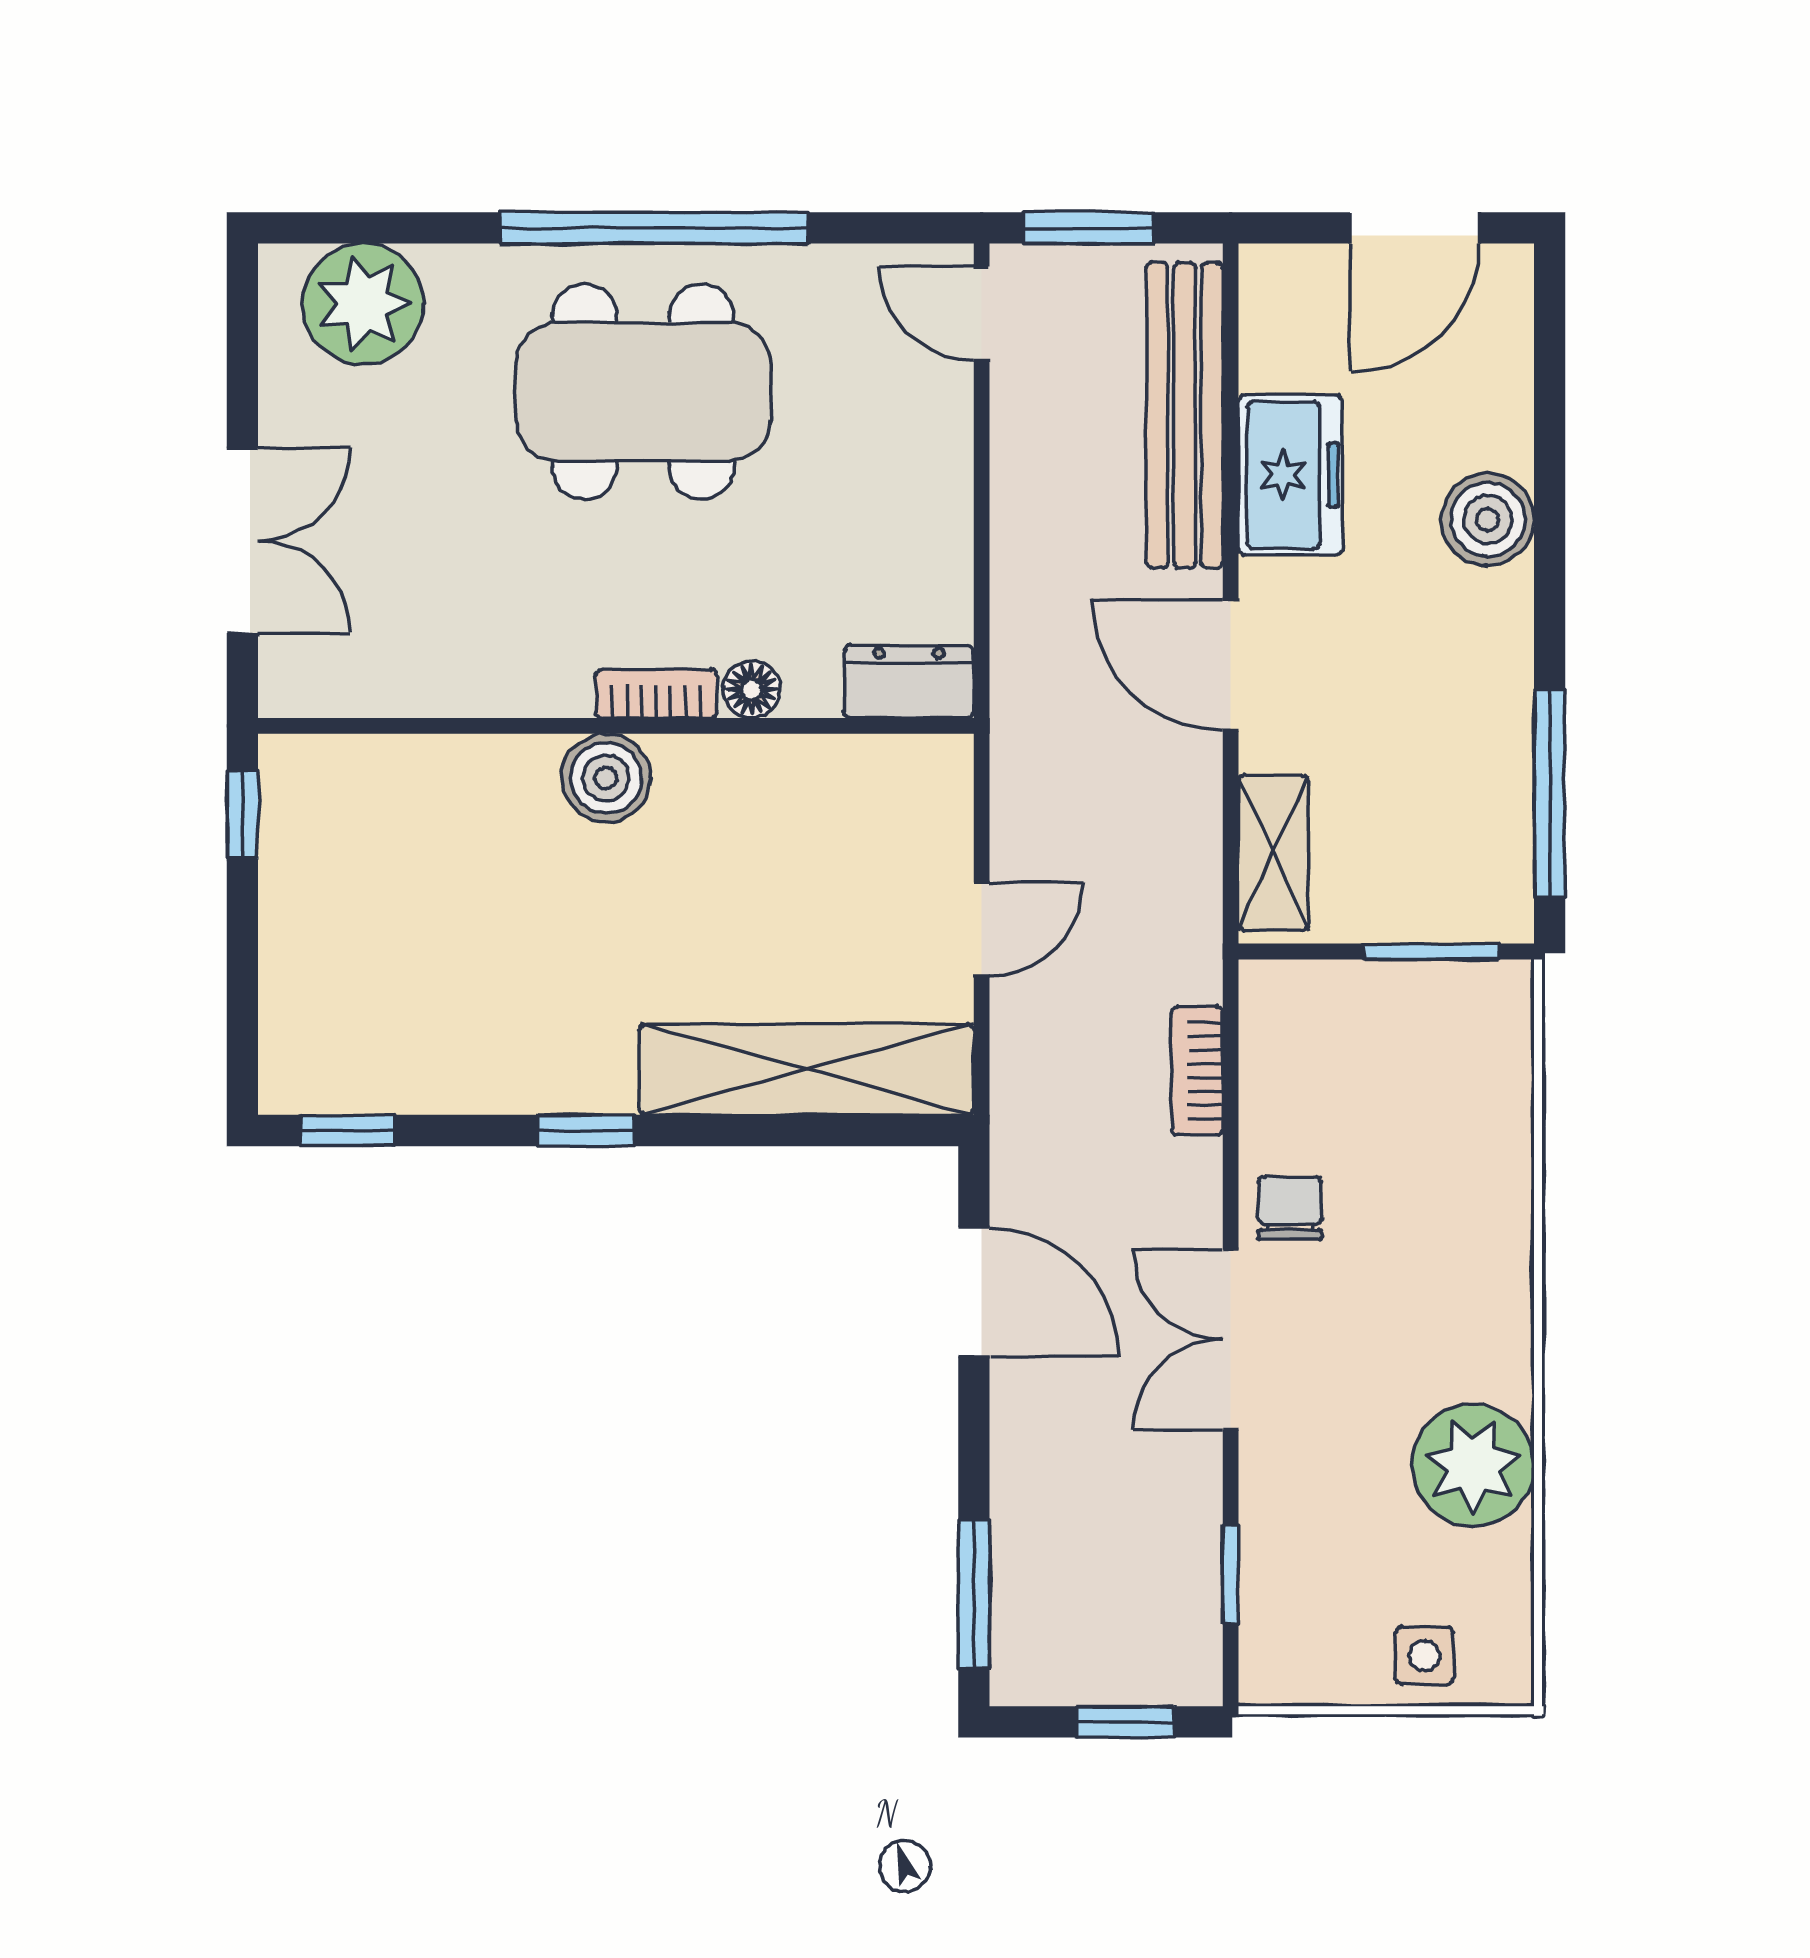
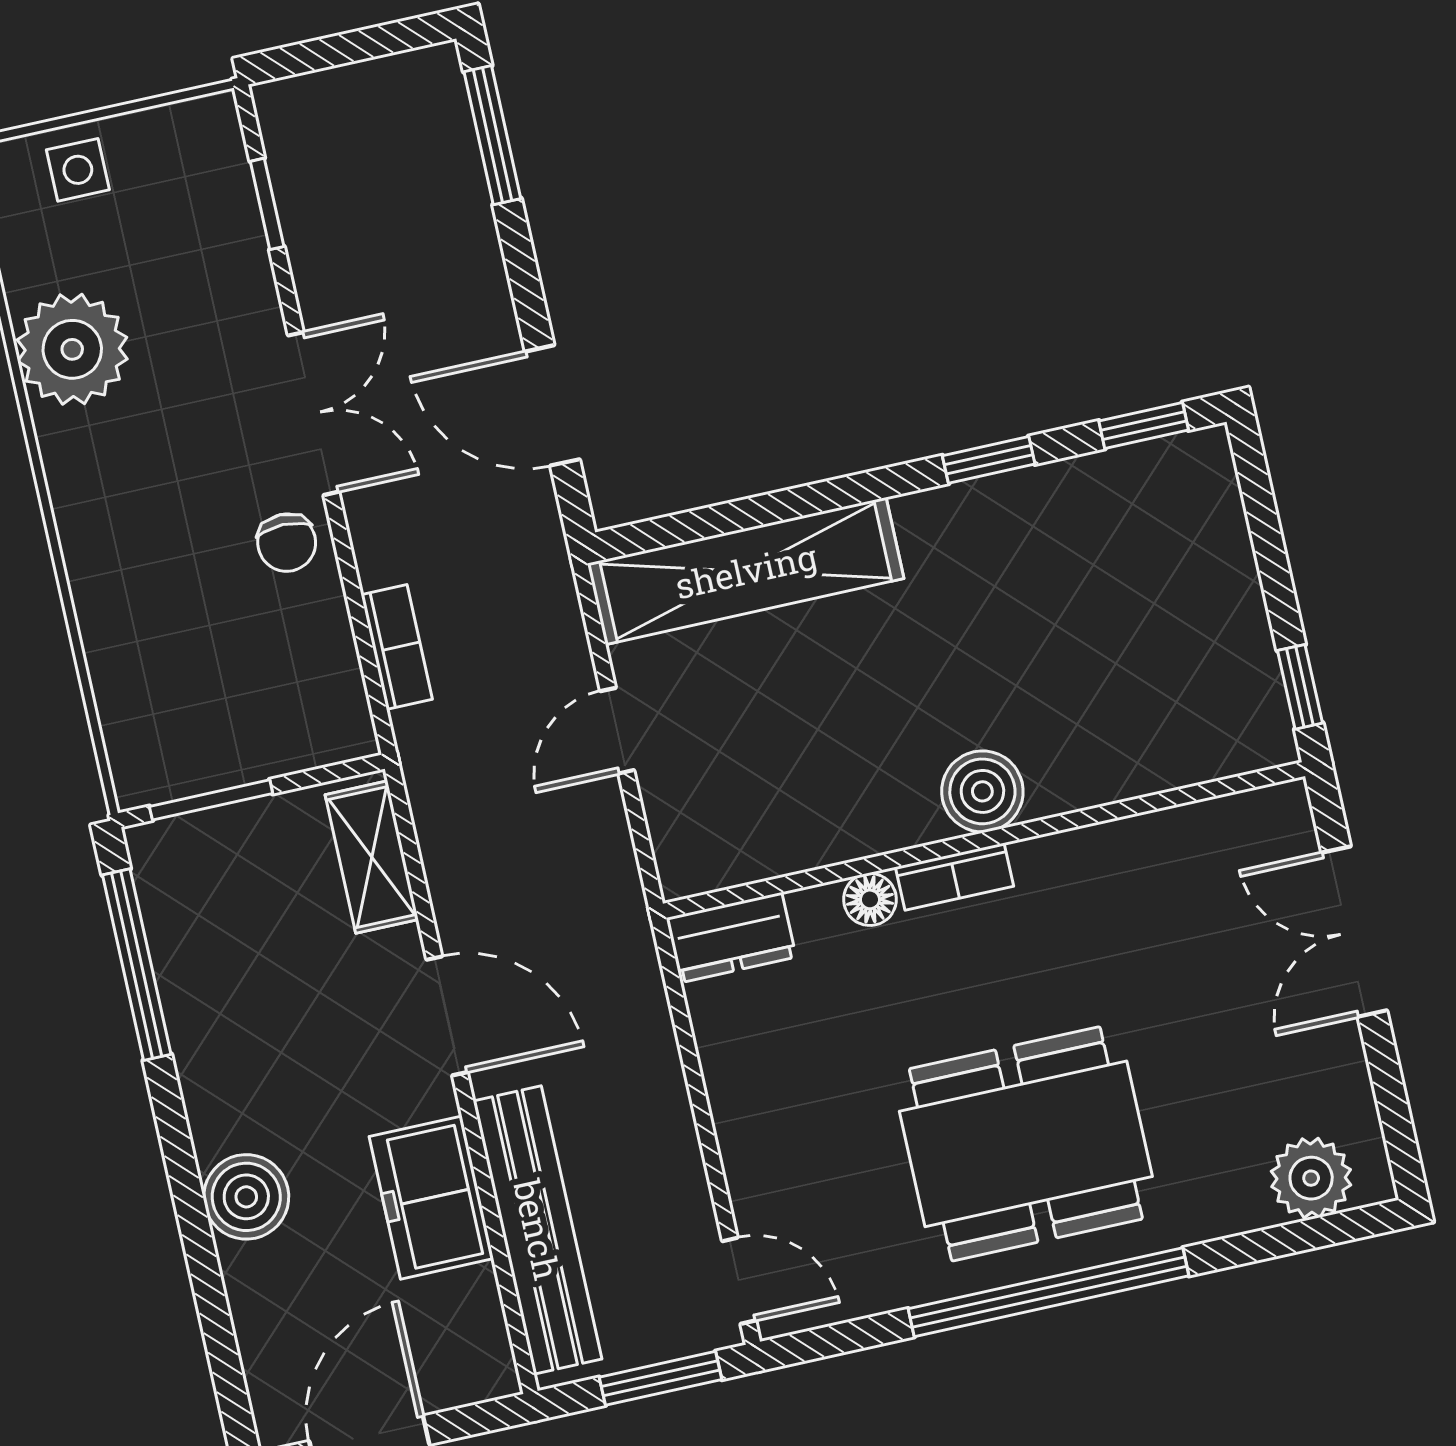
plant: (363, 304) -> (1311, 1178), width x0.73, depth x0.73
window: (586, 1130) -> (989, 460), moved
window: (1125, 1722) -> (332, 51), removed

